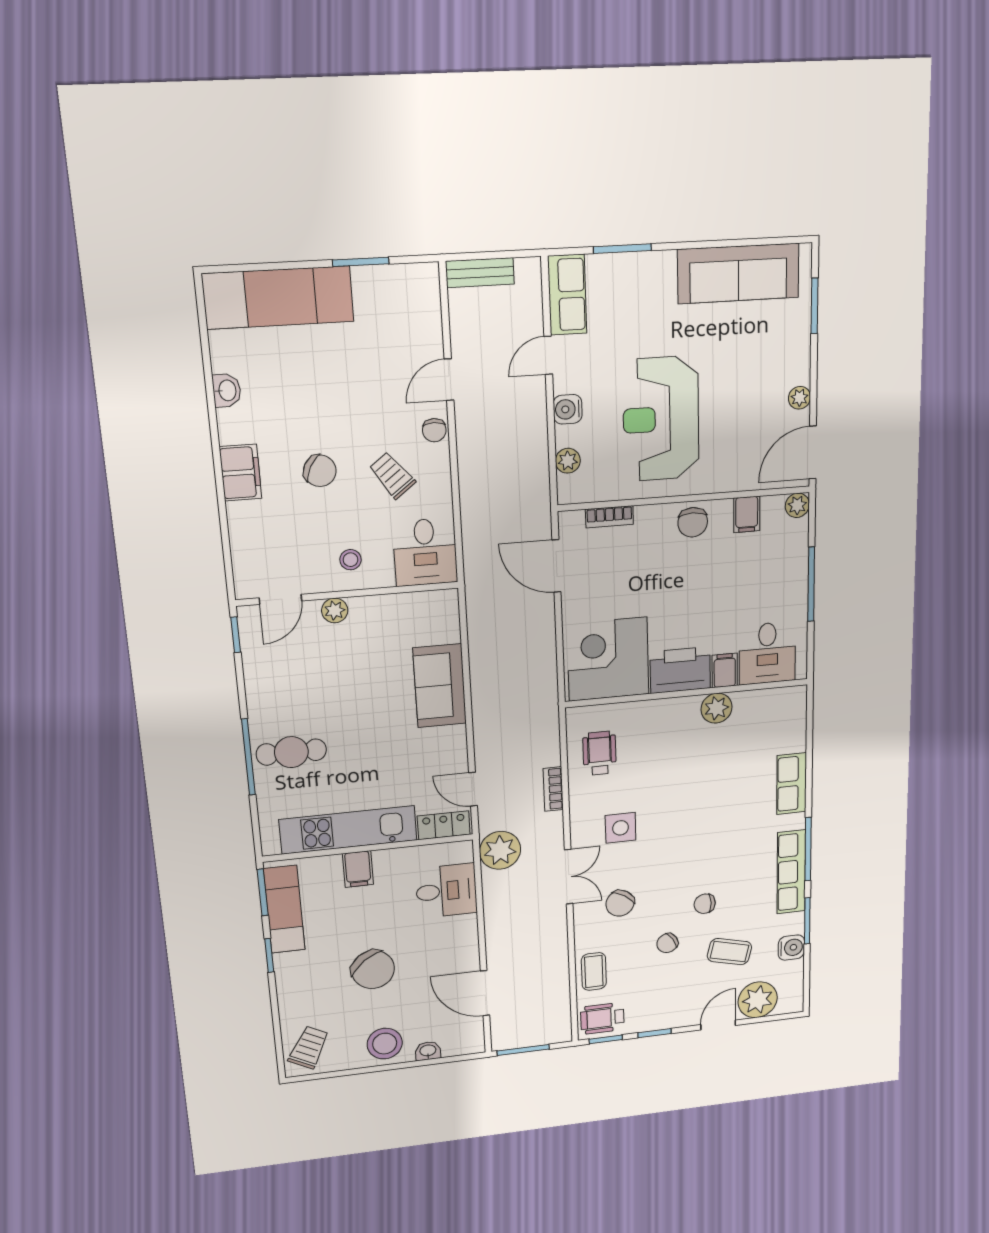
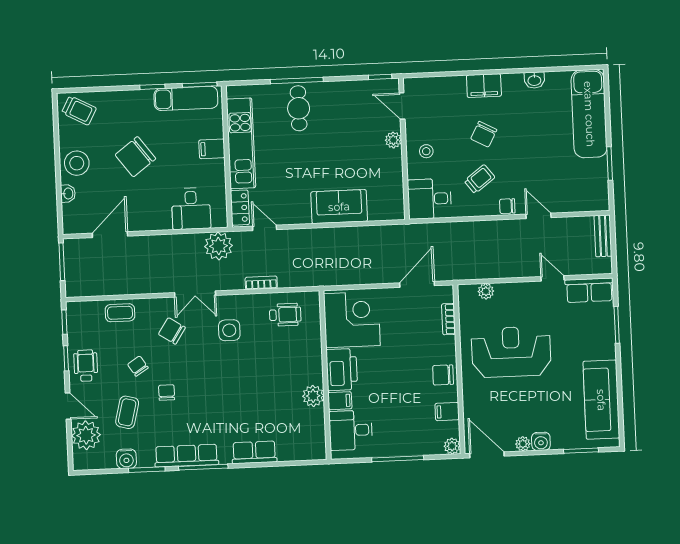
water cooler: (568, 409) -> (541, 441), moved, turned 180
door: (473, 789) -> (265, 228), hinge flipped
wheelchair: (602, 1018) -> (86, 366), moved

